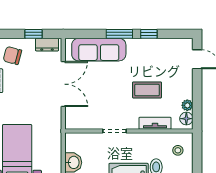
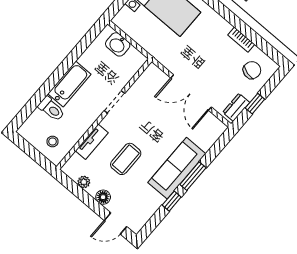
sofa: (99, 50) -> (177, 168), moved
floor lamp: (186, 119) -> (103, 197), moved

